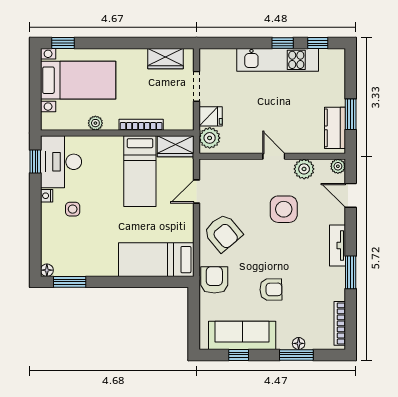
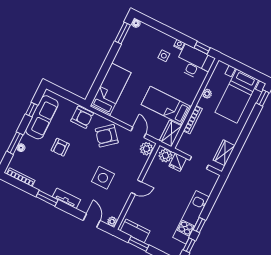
plant: (304, 169) -> (146, 149), moved
door: (351, 195) -> (92, 220), hinge flipped

